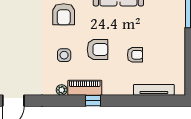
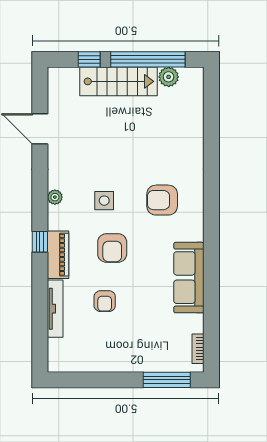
piano: (85, 88) -> (58, 255), moved
tv unit: (154, 90) -> (55, 309), moved

